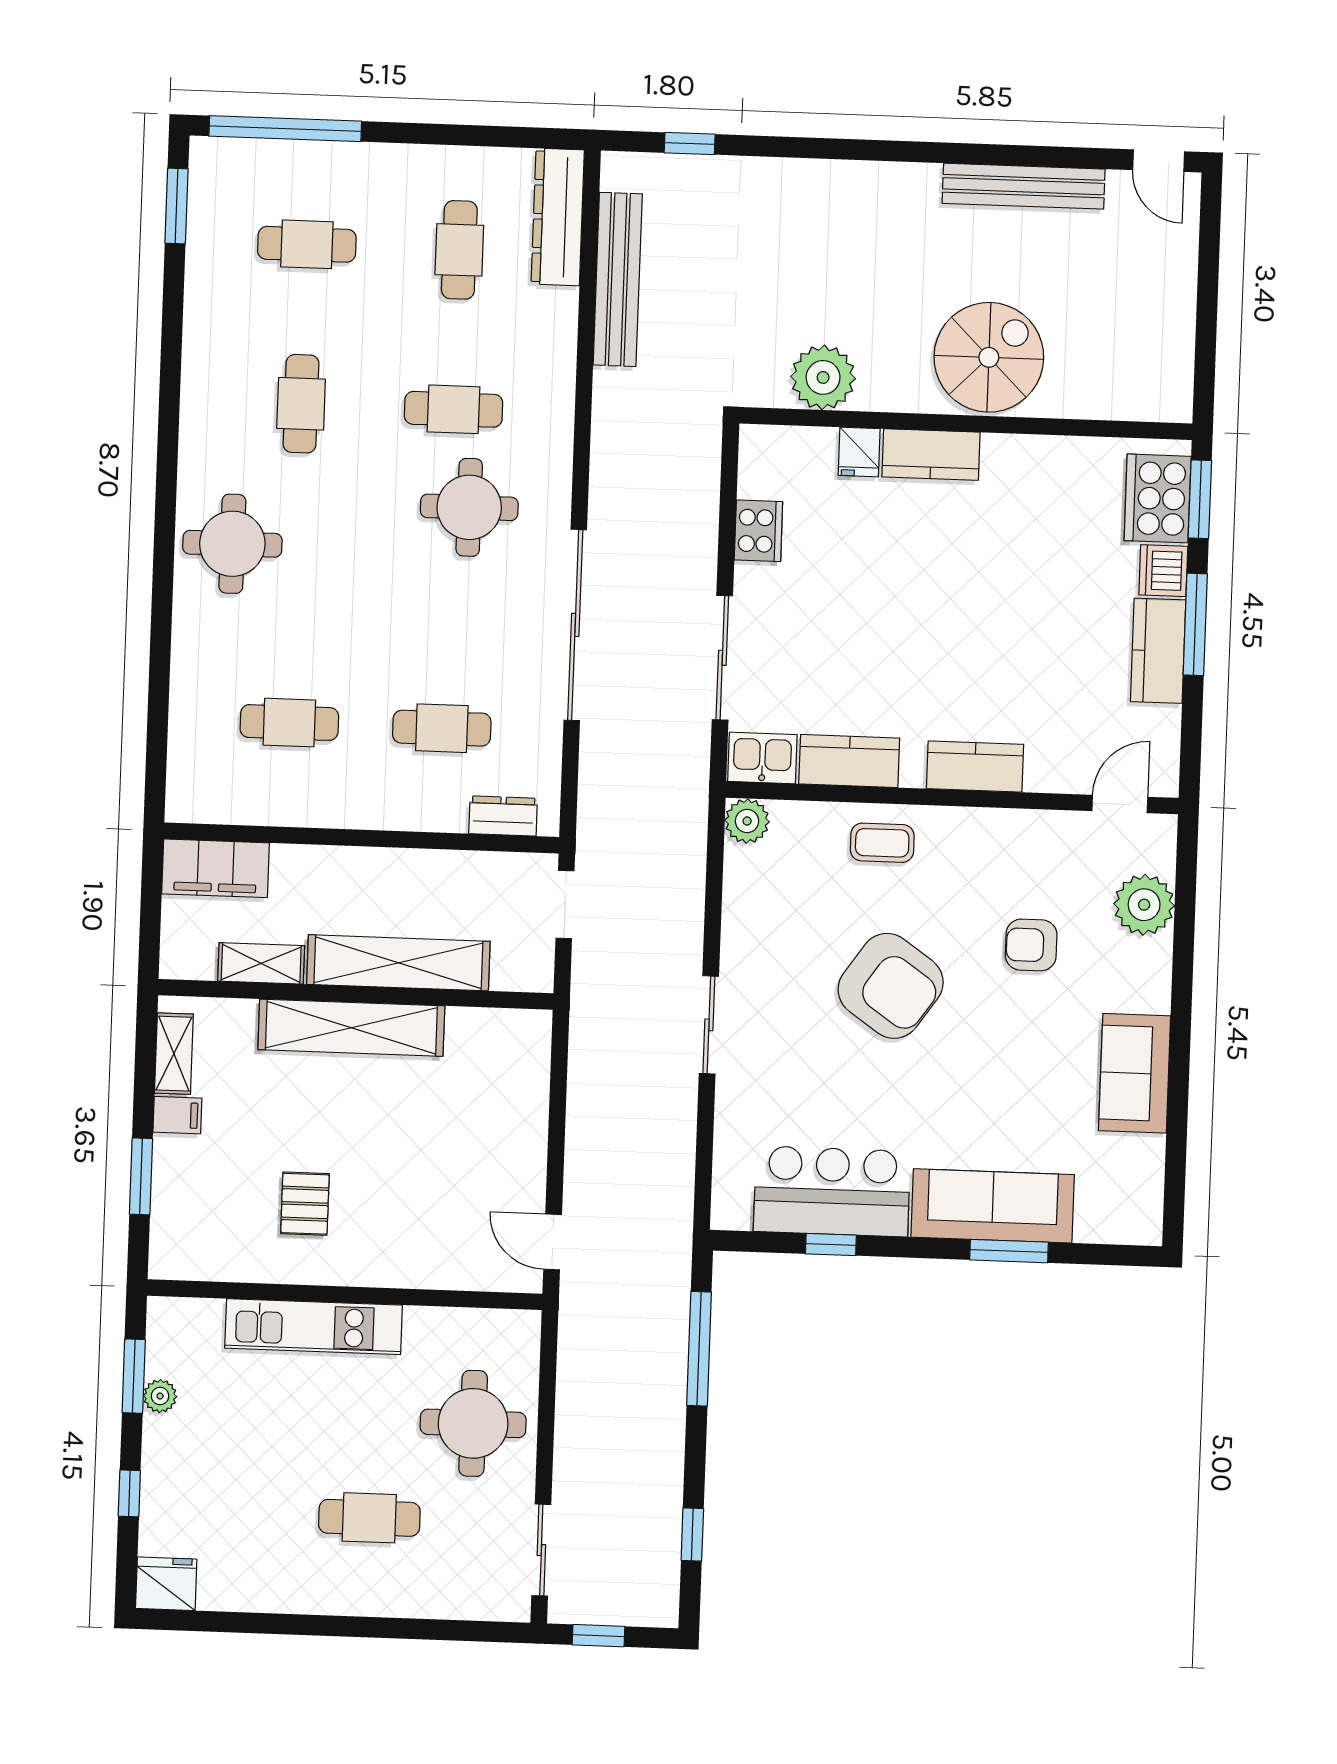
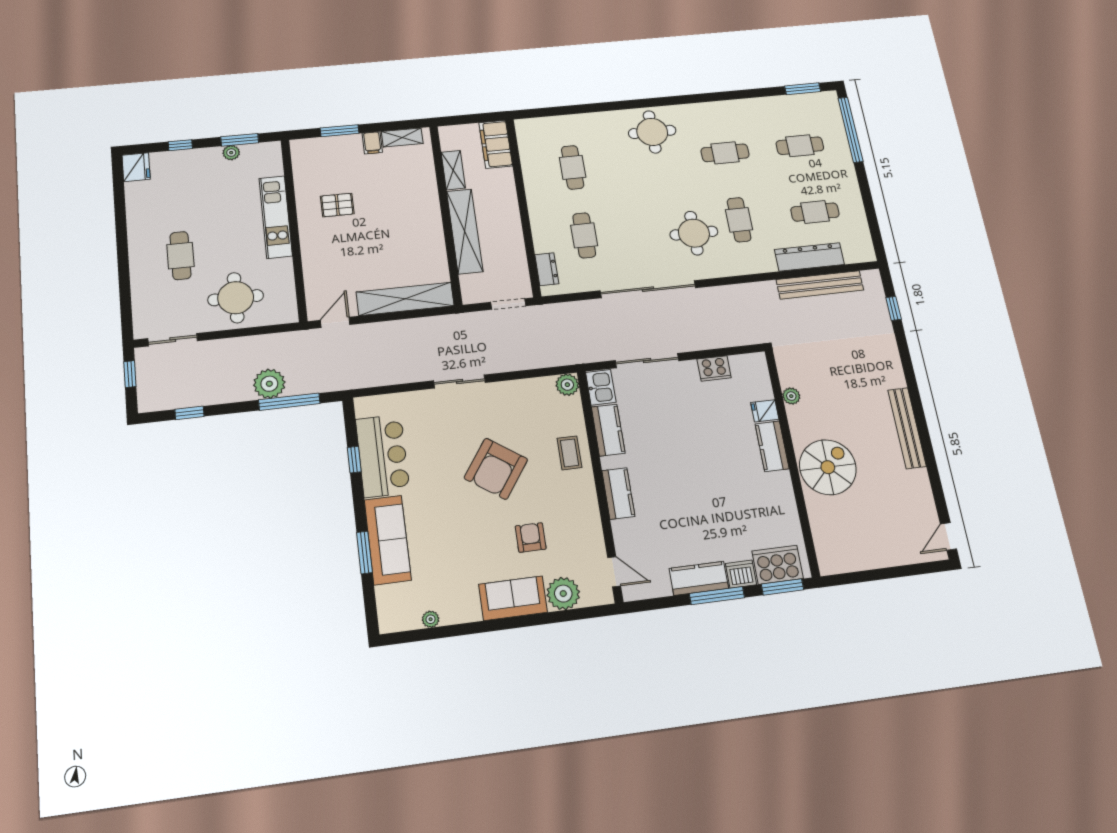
bench: (1024, 186) -> (907, 428), moved
dresser: (558, 217) -> (809, 257), moved
cafe table: (307, 244) -> (800, 146), turned 90
spiral stairs: (989, 357) -> (828, 467), turned -90
plant: (823, 377) -> (791, 396), width x0.53, depth x0.53
shelving: (351, 1028) -> (405, 299), moved, turned 90
sofa: (1135, 1073) -> (513, 598), moved
plant: (1150, 1151) -> (431, 619), added
plant: (658, 1381) -> (269, 384), added

